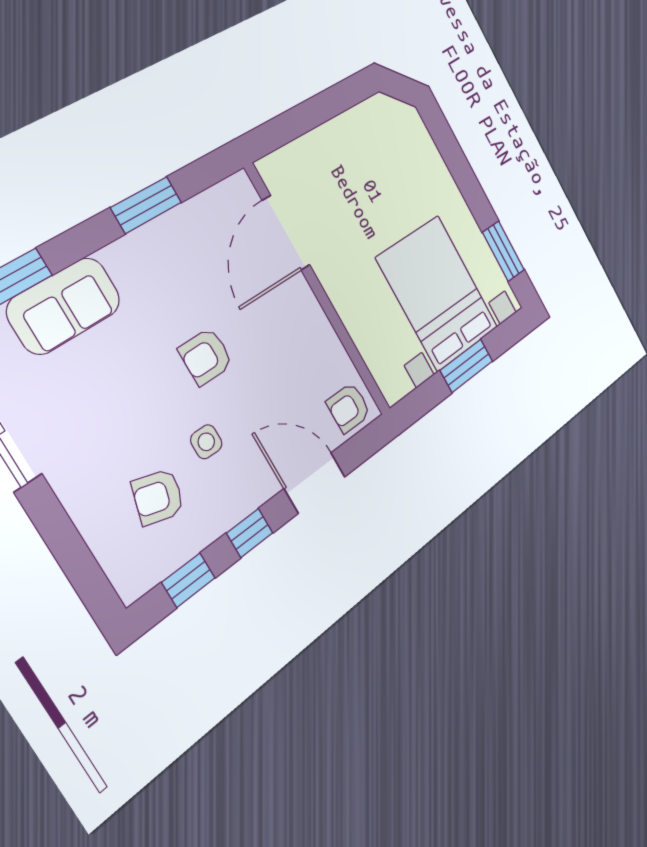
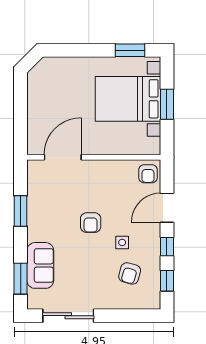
door: (286, 233) -> (63, 157), swing flipped

